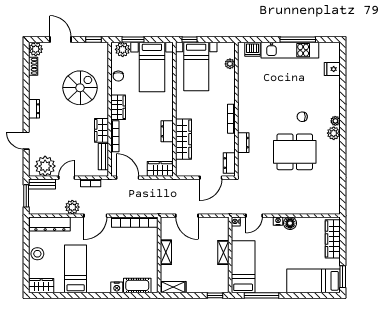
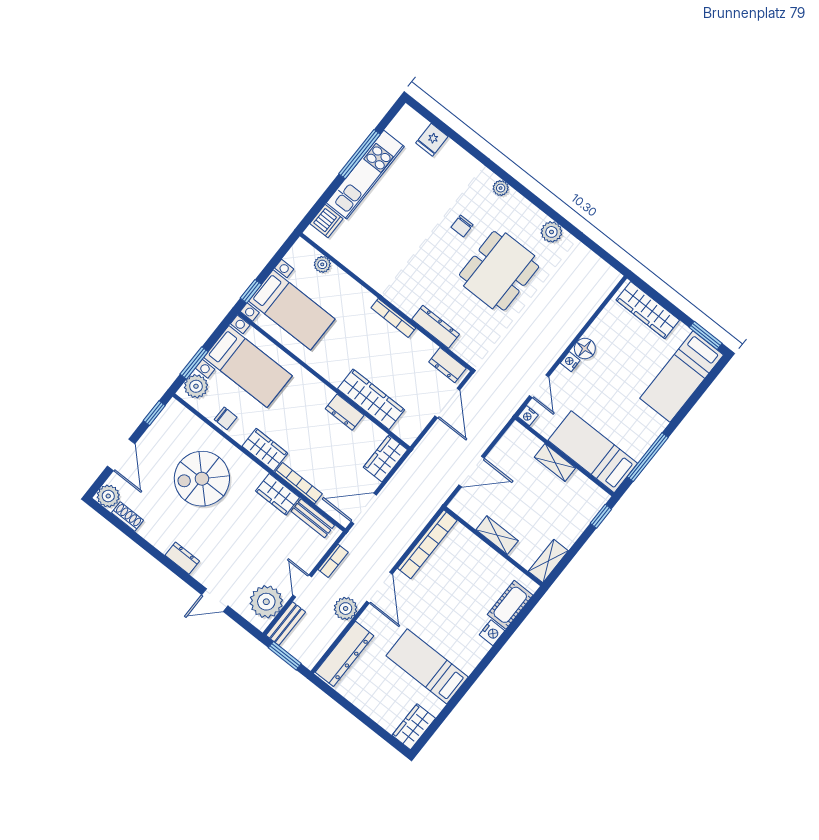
door: (61, 40) -> (121, 455), swing flipped
spiral stairs: (80, 88) -> (202, 479), turned -90
plant: (334, 133) -> (551, 232), moved
dresser: (243, 143) -> (436, 327), width x1.44
stool: (37, 254) -> (370, 700), removed

